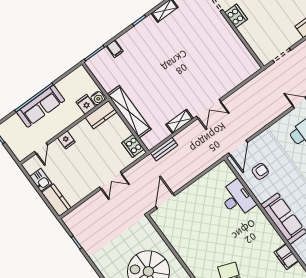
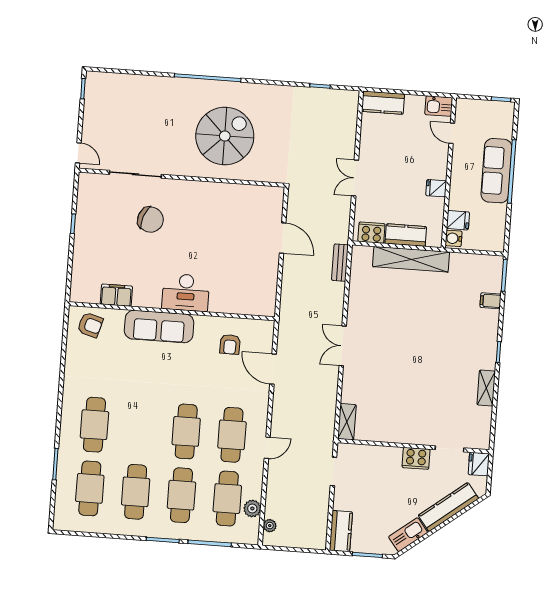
kitchen counter: (101, 115) -> (406, 235), moved, turned 90
shelving: (180, 121) -> (347, 422), moved
fridge: (66, 140) -> (436, 188), moved
door: (238, 148) -> (273, 369), moved
kitchen sink: (41, 180) -> (439, 106), moved
desk: (237, 199) -> (186, 292), moved
door: (165, 201) -> (283, 238), moved

